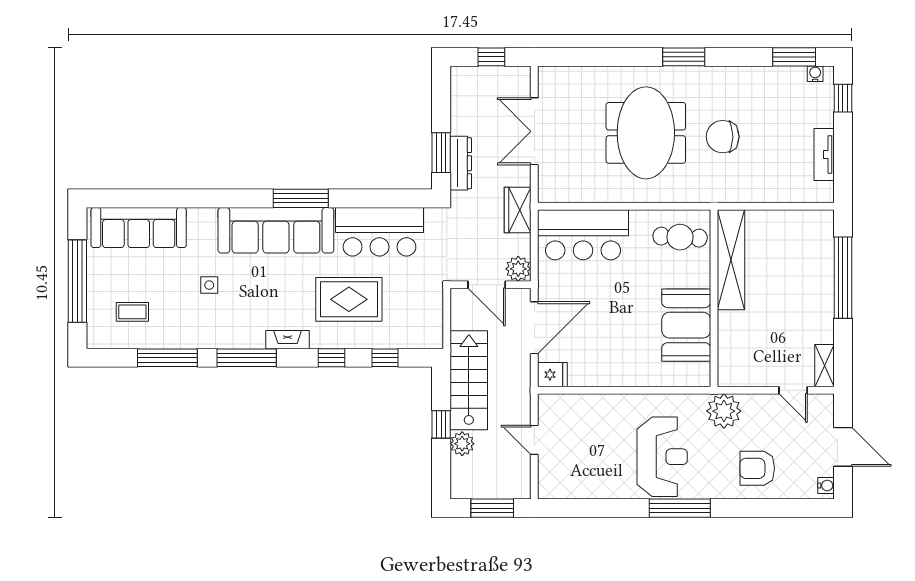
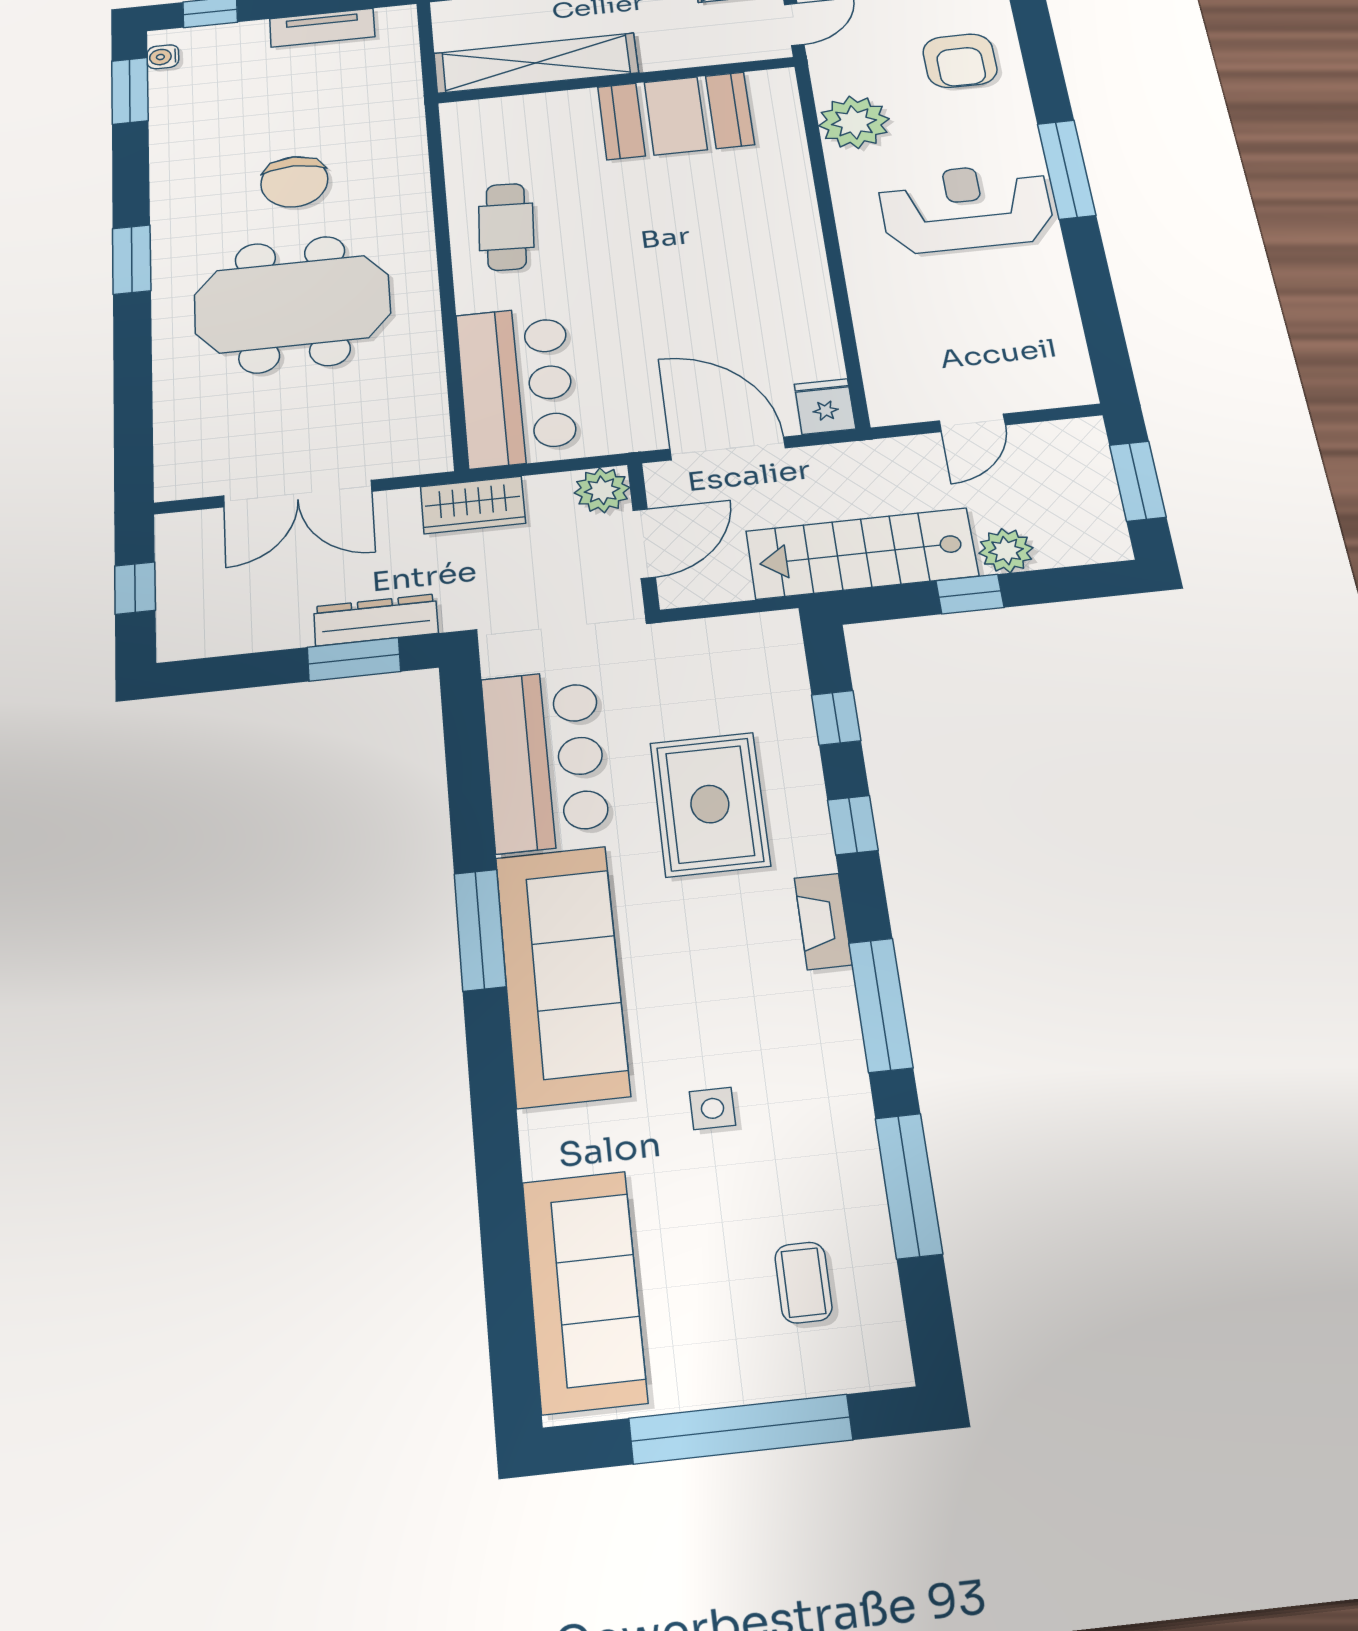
shelving: (731, 260) -> (536, 63), moved
wall: (714, 298) -> (616, 80), moved
booth: (686, 325) -> (676, 116), moved

